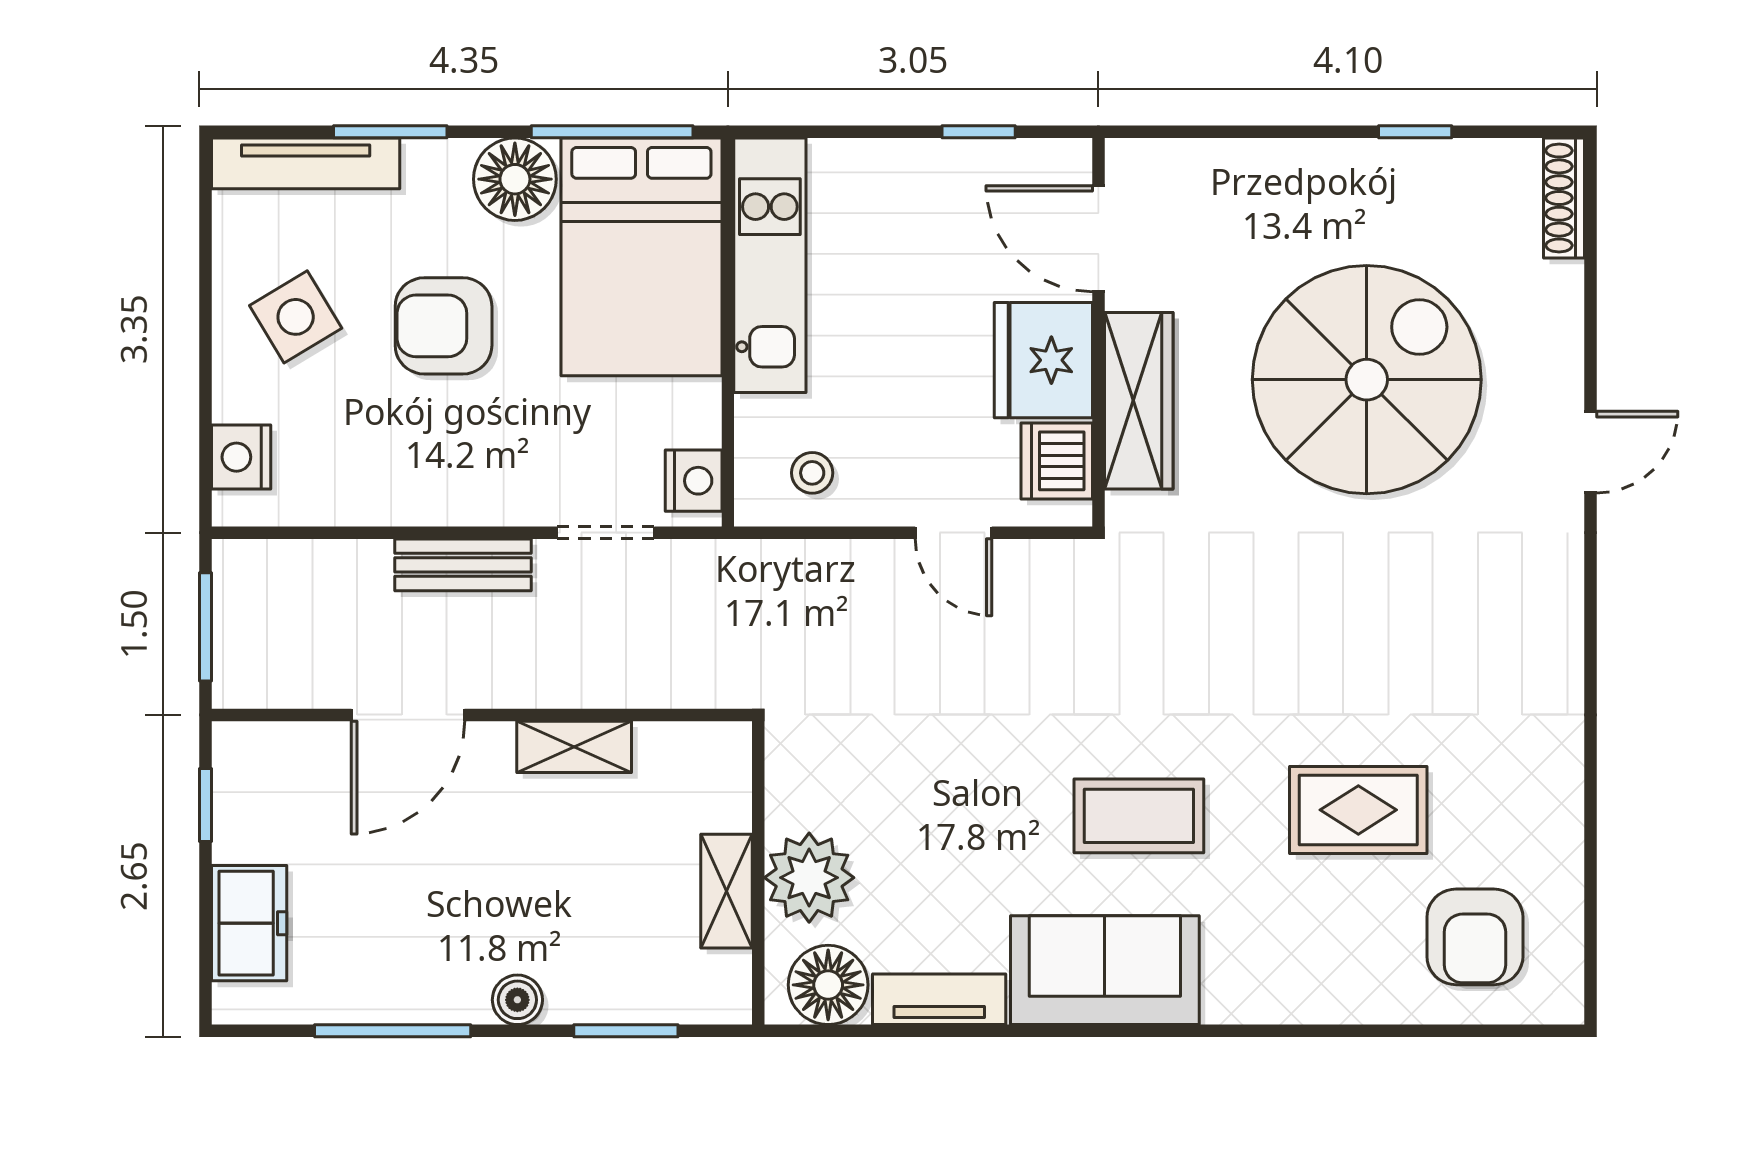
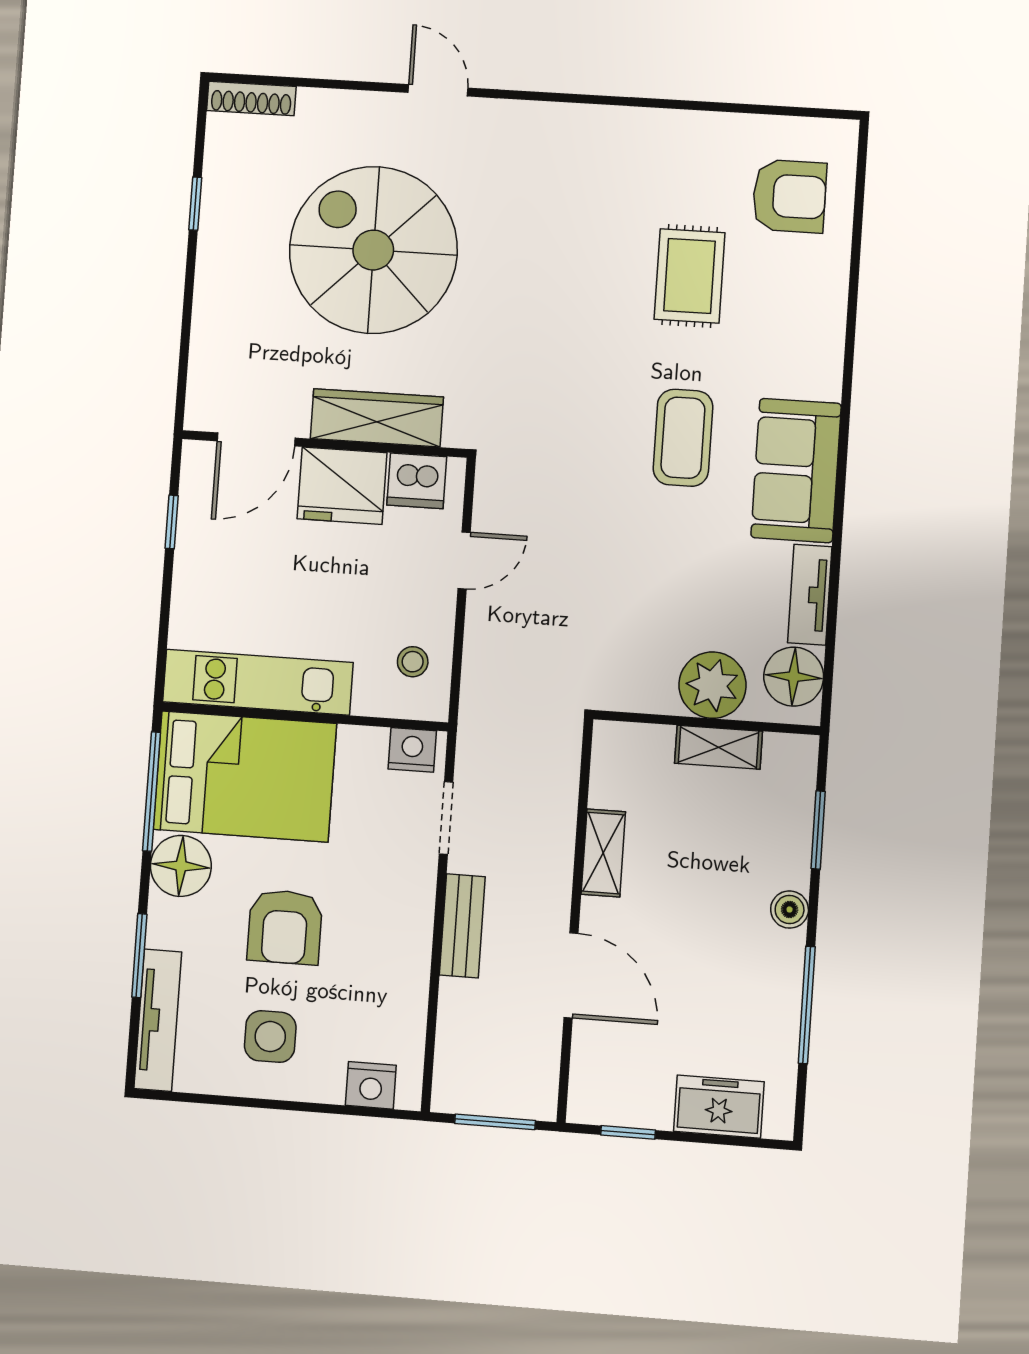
side table: (296, 317) -> (270, 1037), turned 31

